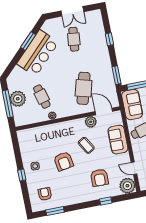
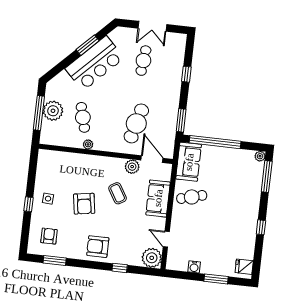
armchair: (99, 178) -> (98, 247), moved, turned 89

